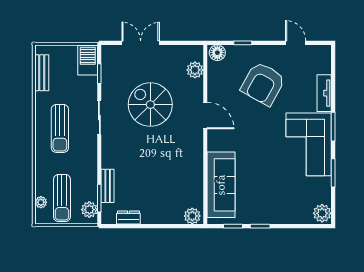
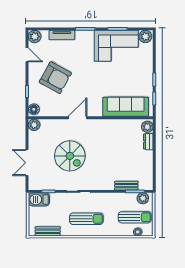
door: (296, 43) -> (27, 55), swing flipped
plant: (322, 54) -> (35, 37), added
plant: (195, 70) -> (34, 125), moved
spiral stairs: (150, 105) -> (70, 156), turned -90
corner sofa: (309, 144) -> (116, 46), moved
dresser: (128, 218) -> (148, 142), moved

